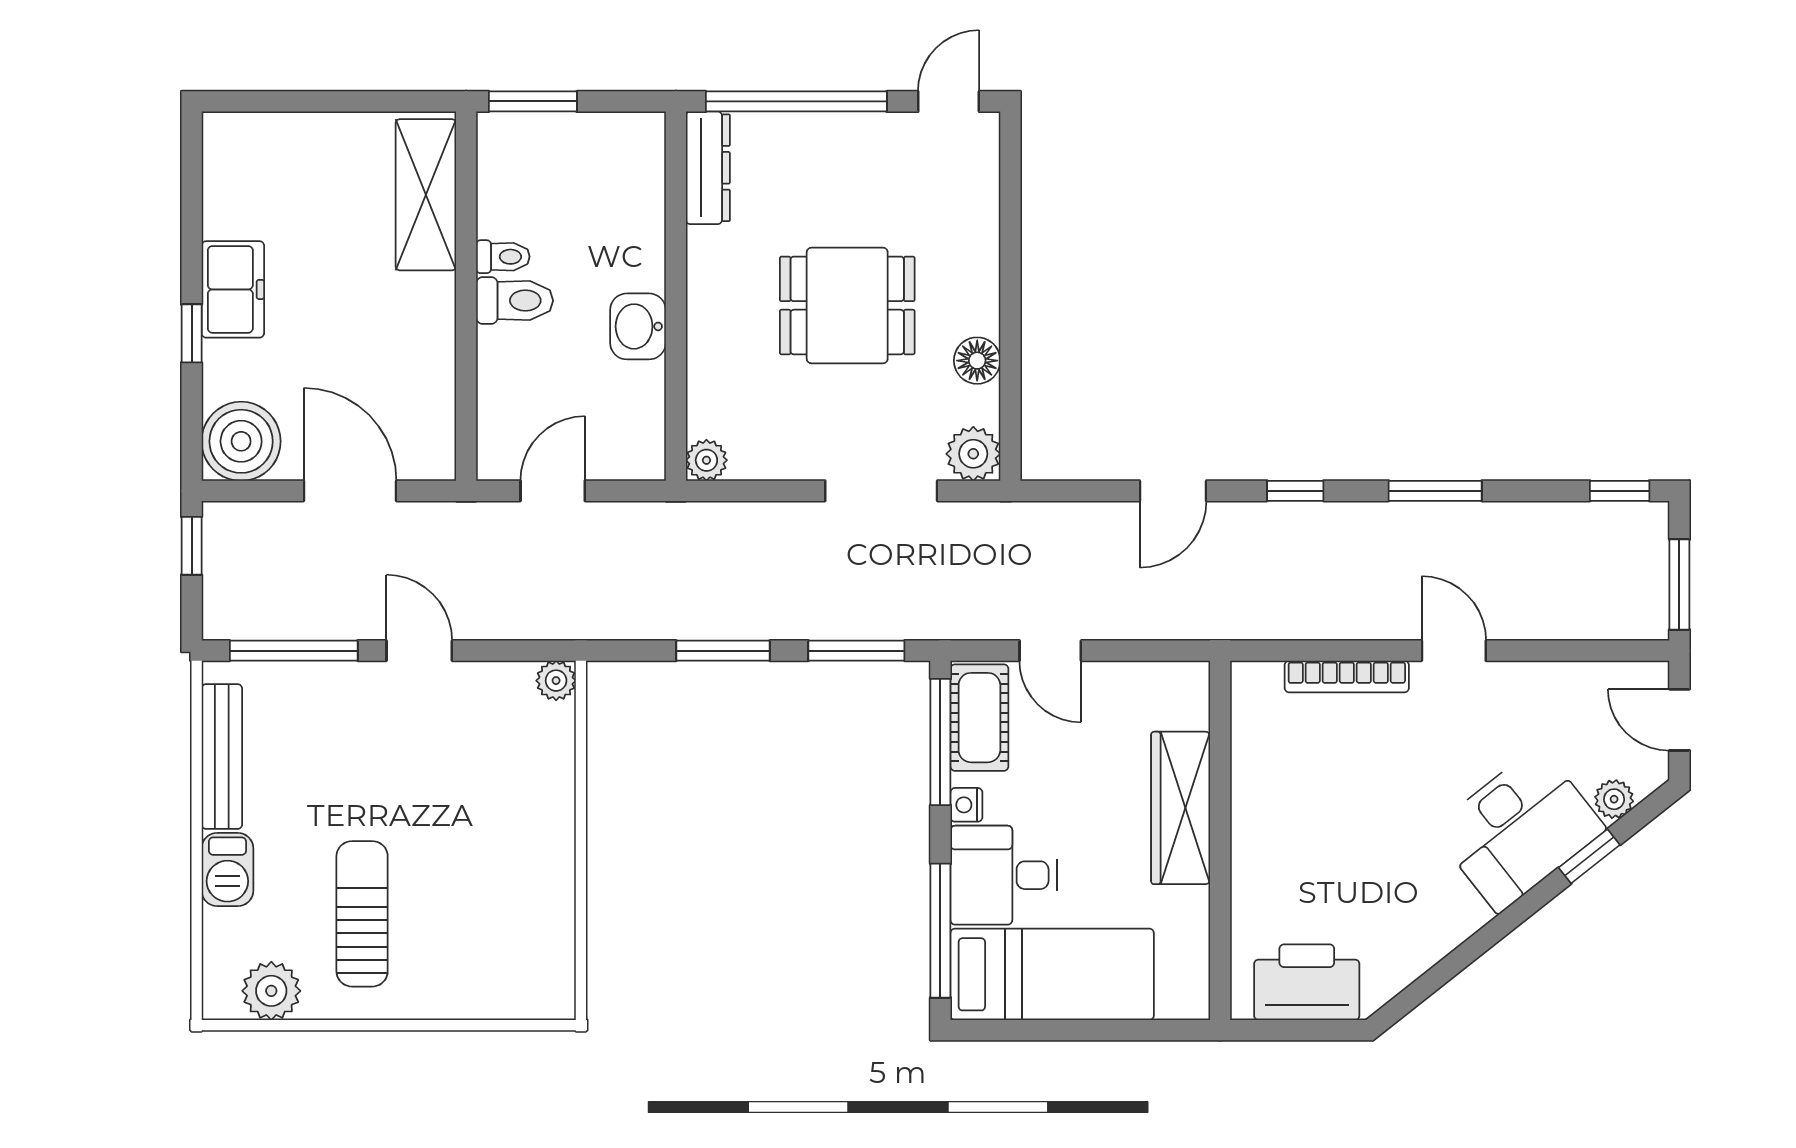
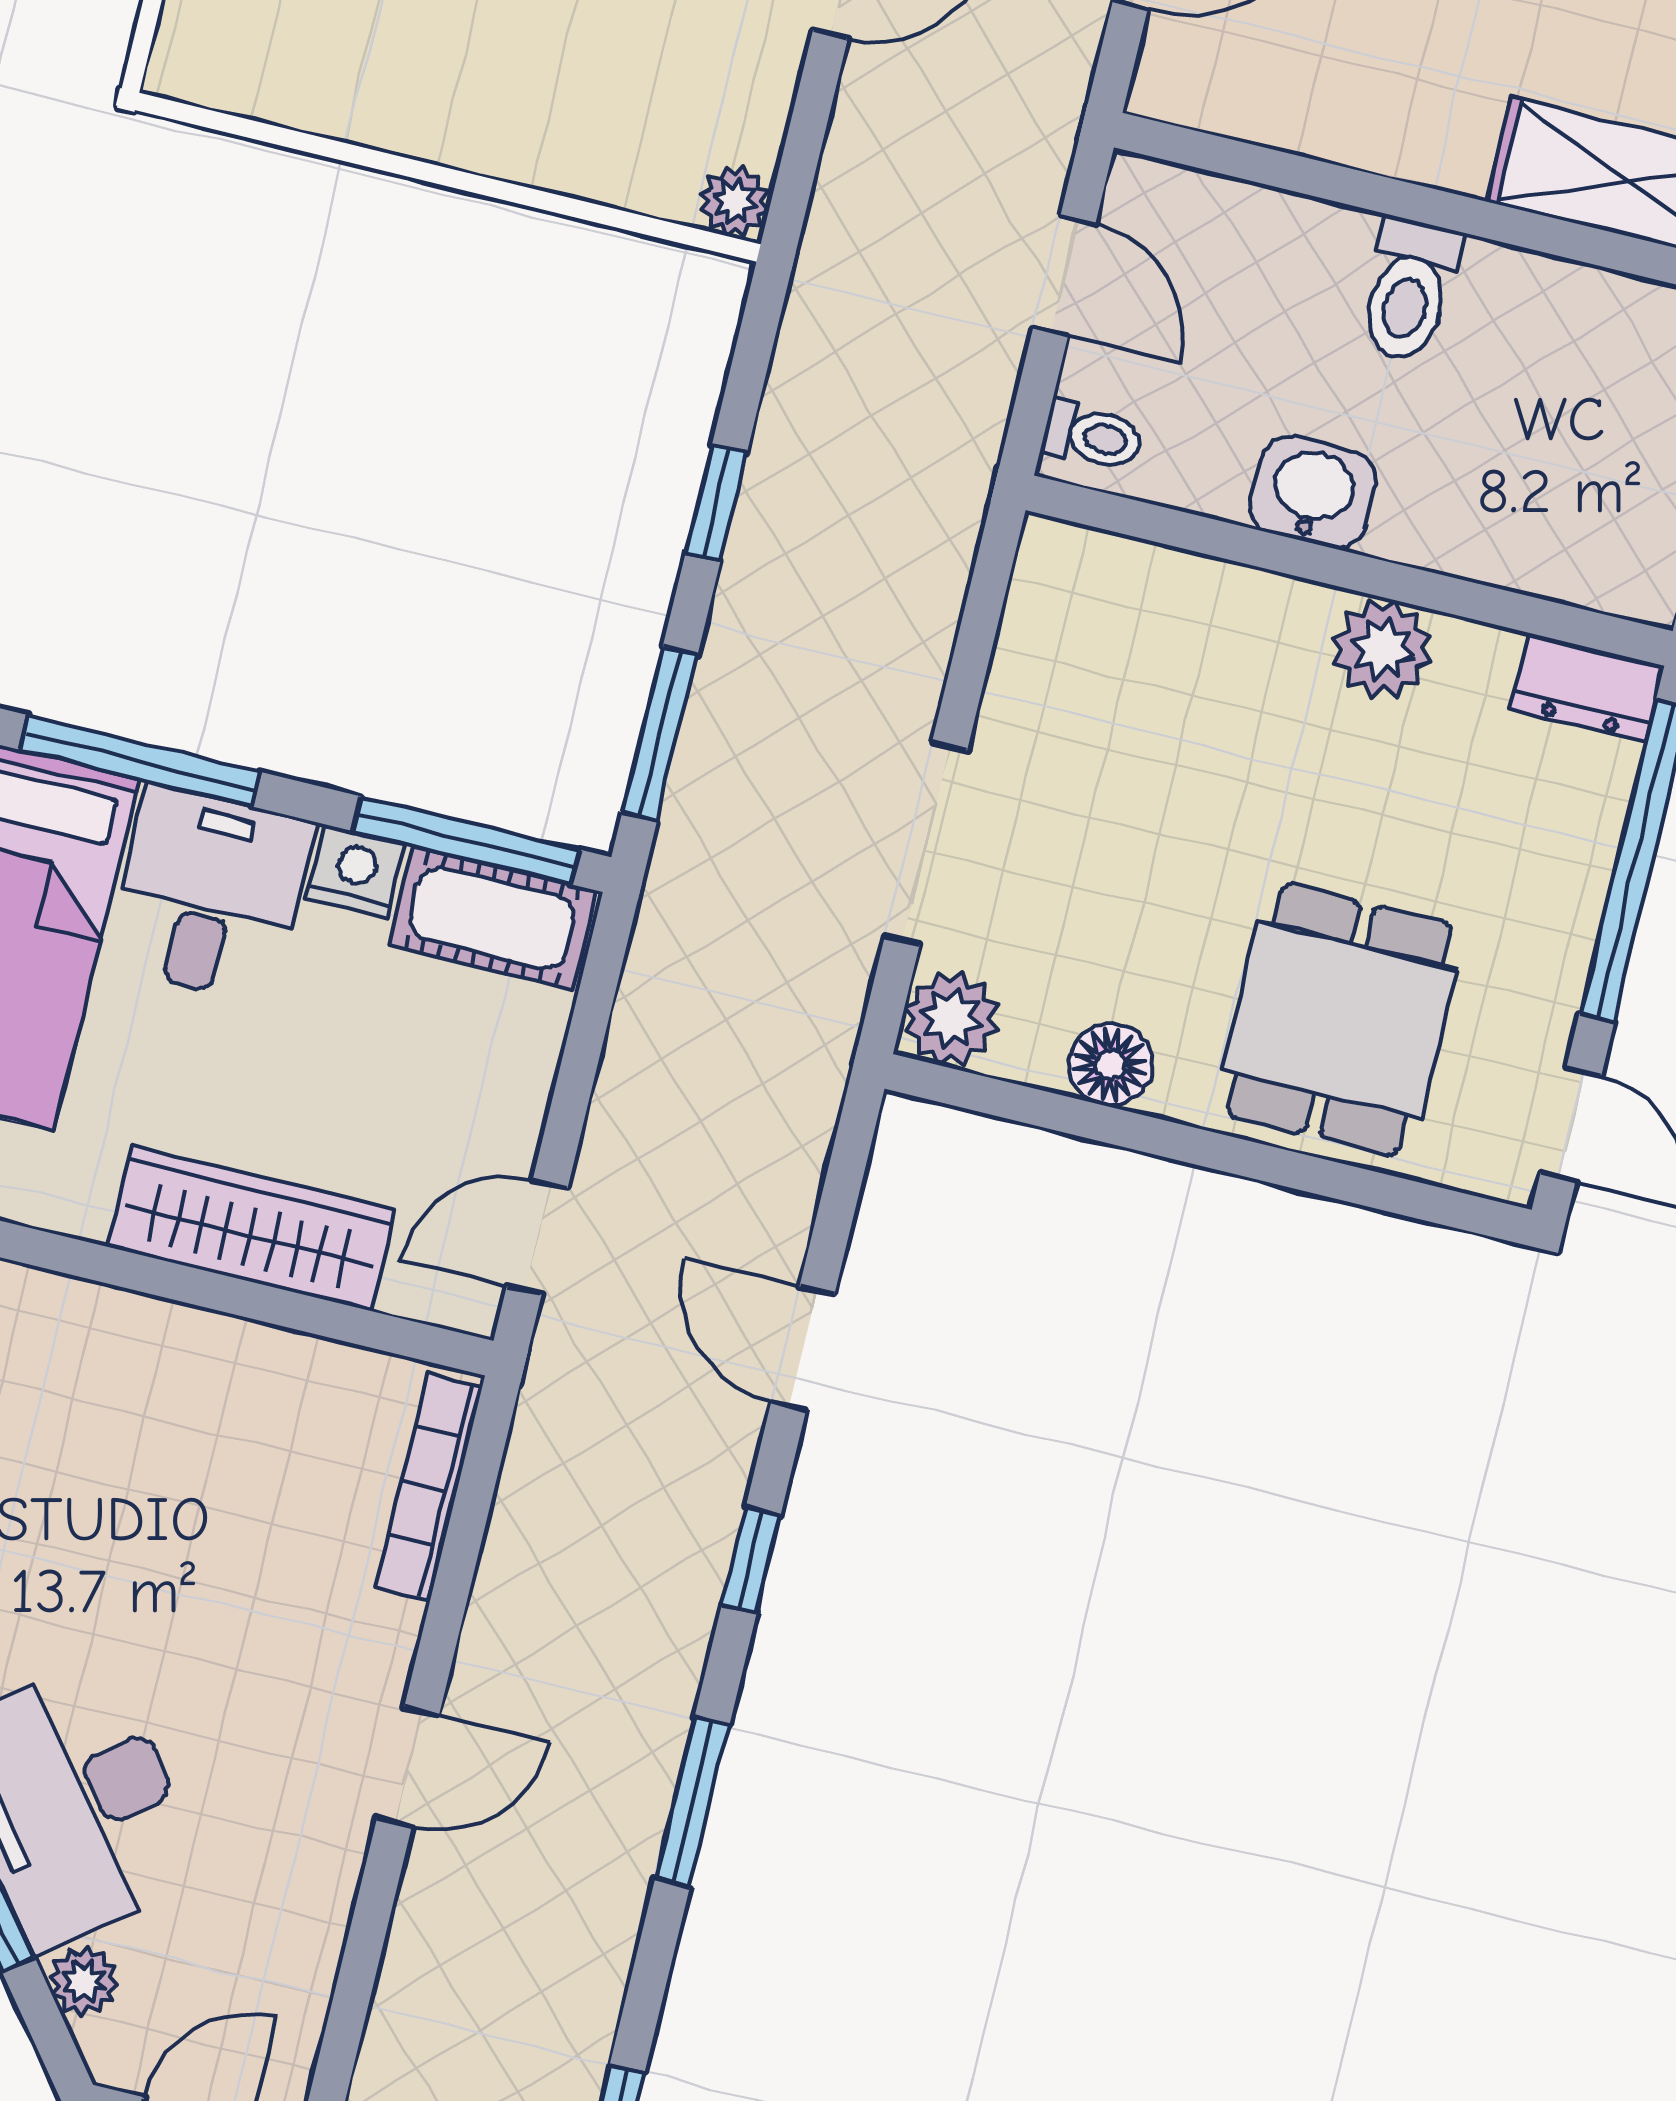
dresser: (708, 168) -> (1587, 687), width x0.70
toilet: (503, 257) -> (1093, 436), moved, turned -90
dining table: (847, 305) -> (1340, 1020), moved
plant: (706, 460) -> (1382, 649), moved, width x1.38, depth x1.38
window: (723, 651) -> (716, 503), width x0.67
door: (1050, 651) -> (537, 1237), moved
bookcase: (1347, 677) -> (429, 1487), moved
nightstand: (966, 805) -> (356, 871), width x1.39, depth x1.35

